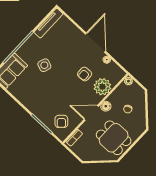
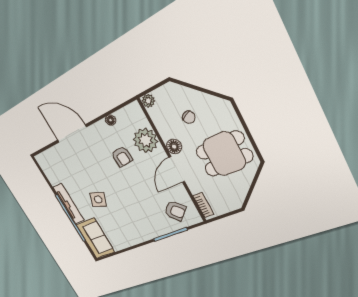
tv unit: (48, 23) -> (69, 204), moved
door: (95, 43) -> (72, 133), moved

